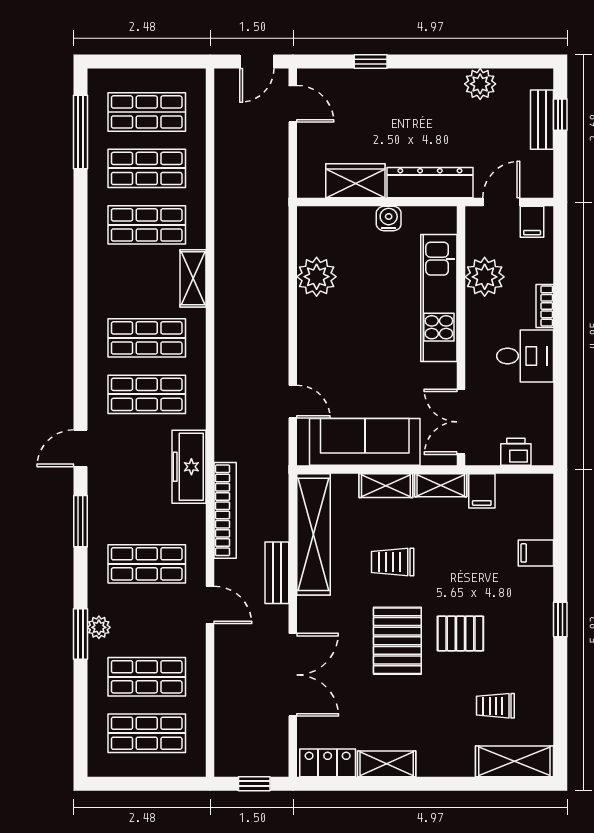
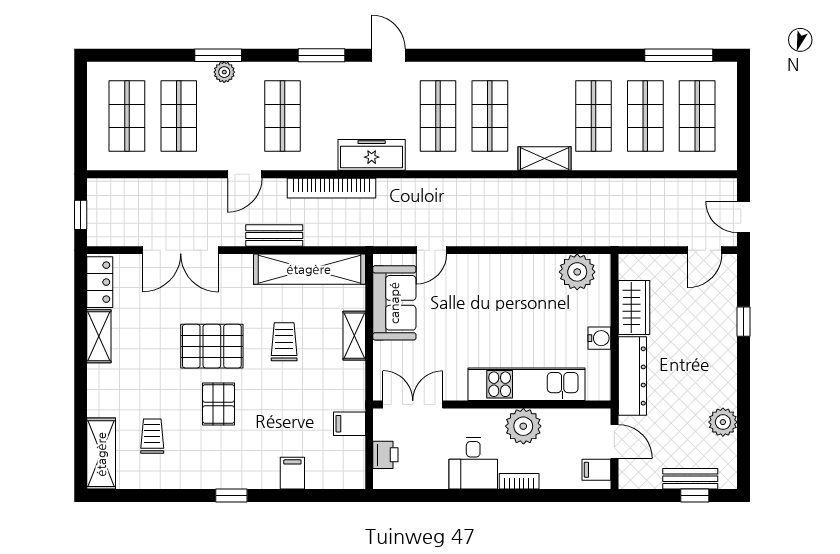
plant: (317, 277) -> (577, 272), moved
plant: (485, 277) -> (523, 426), moved
sofa: (365, 442) -> (394, 303), width x0.73
shelving: (441, 485) -> (355, 386), removed

